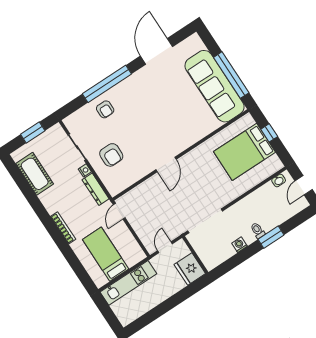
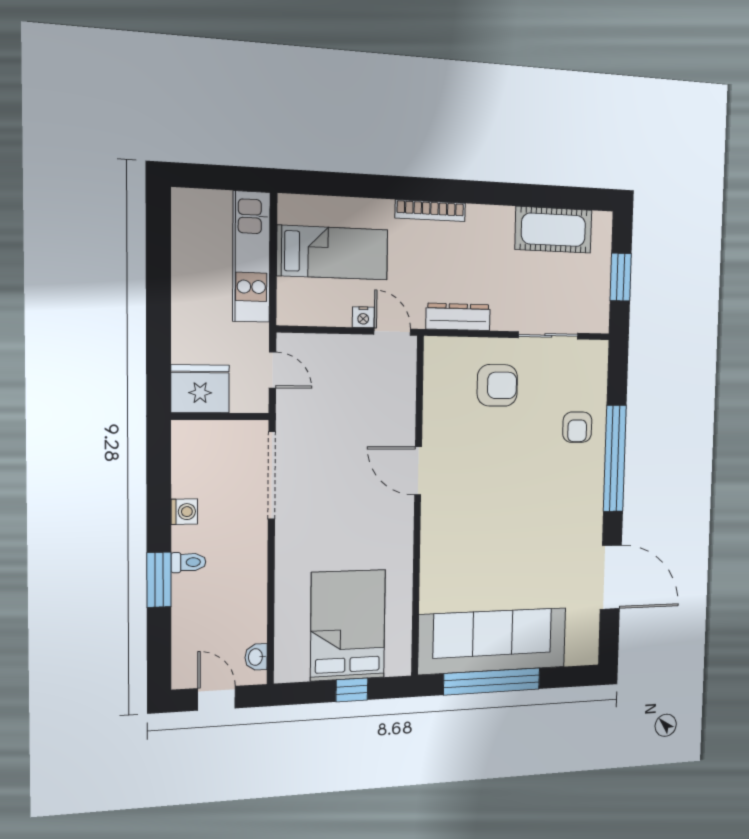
armchair: (105, 109) -> (577, 427), turned -90
armchair: (111, 155) -> (497, 385), turned 180
nightstand: (85, 170) -> (363, 317), moved

